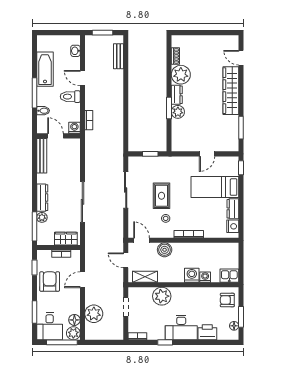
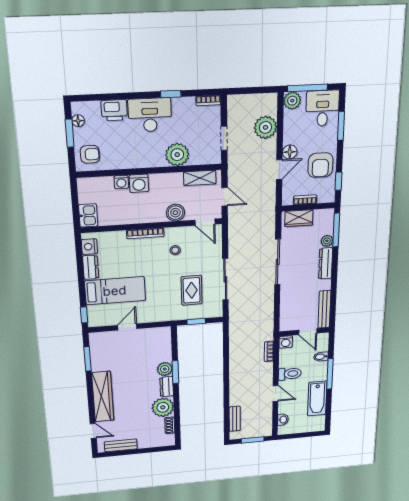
bench: (218, 40) -> (121, 445), added
rug: (162, 196) -> (192, 290), moved
kitchen sink: (229, 276) -> (88, 215), moved, turned -90
floor lamp: (74, 320) -> (290, 152), moved

